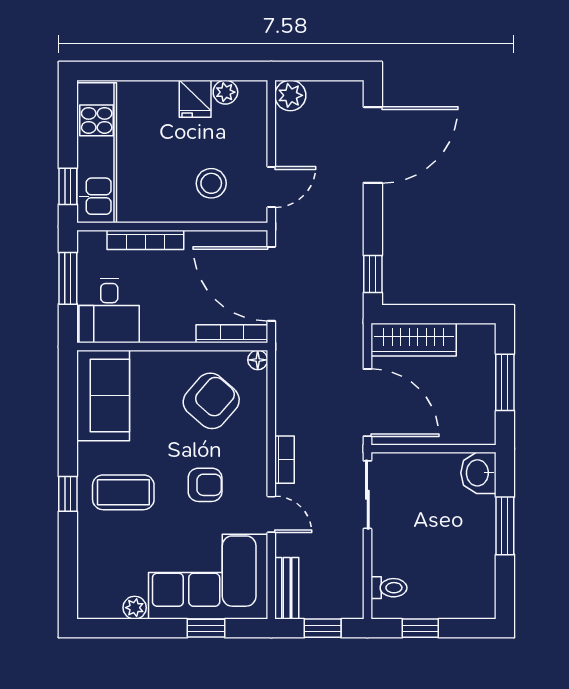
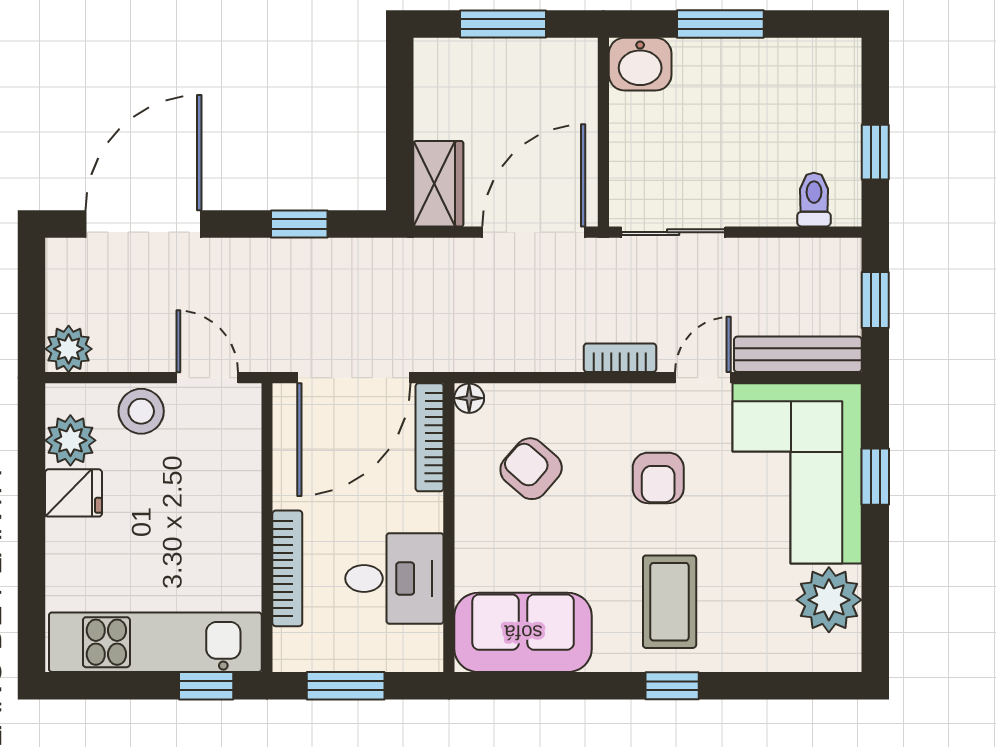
plant: (225, 92) -> (70, 440), width x1.38, depth x1.38
door: (373, 145) -> (144, 224), hinge flipped
stool: (211, 183) -> (141, 411), moved
window: (373, 274) -> (299, 224), moved
desk: (109, 311) -> (394, 578), moved
wardrobe: (414, 340) -> (438, 184), width x0.67
armchair: (211, 401) -> (531, 469), width x0.72, depth x0.72
armchair: (205, 485) -> (658, 478), turned 180
bench: (287, 588) -> (798, 354), width x1.36
plant: (135, 608) -> (829, 600), width x1.88, depth x1.88

